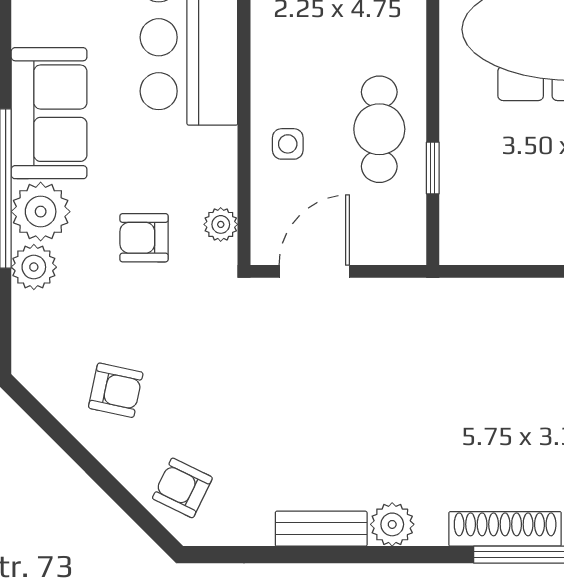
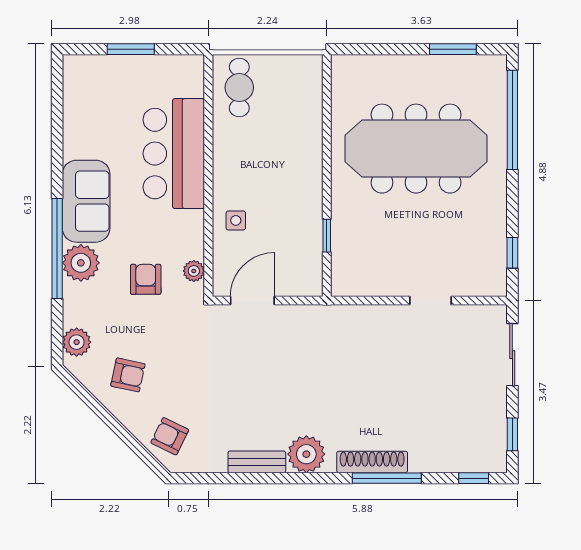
cafe table: (379, 129) -> (293, 211), removed
armchair: (144, 238) -> (146, 279), turned 90
plant: (34, 267) -> (77, 342), moved
plant: (392, 524) -> (306, 454), width x1.36, depth x1.36

